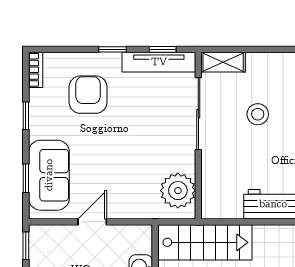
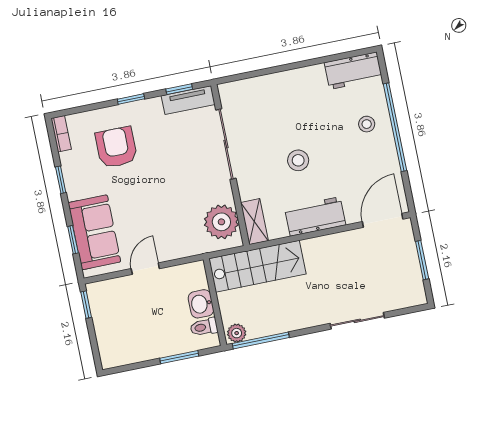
tv unit: (159, 62) -> (188, 100), width x0.71
shelving: (223, 62) -> (254, 222), moved, turned 90
stool: (258, 114) -> (298, 160), moved

